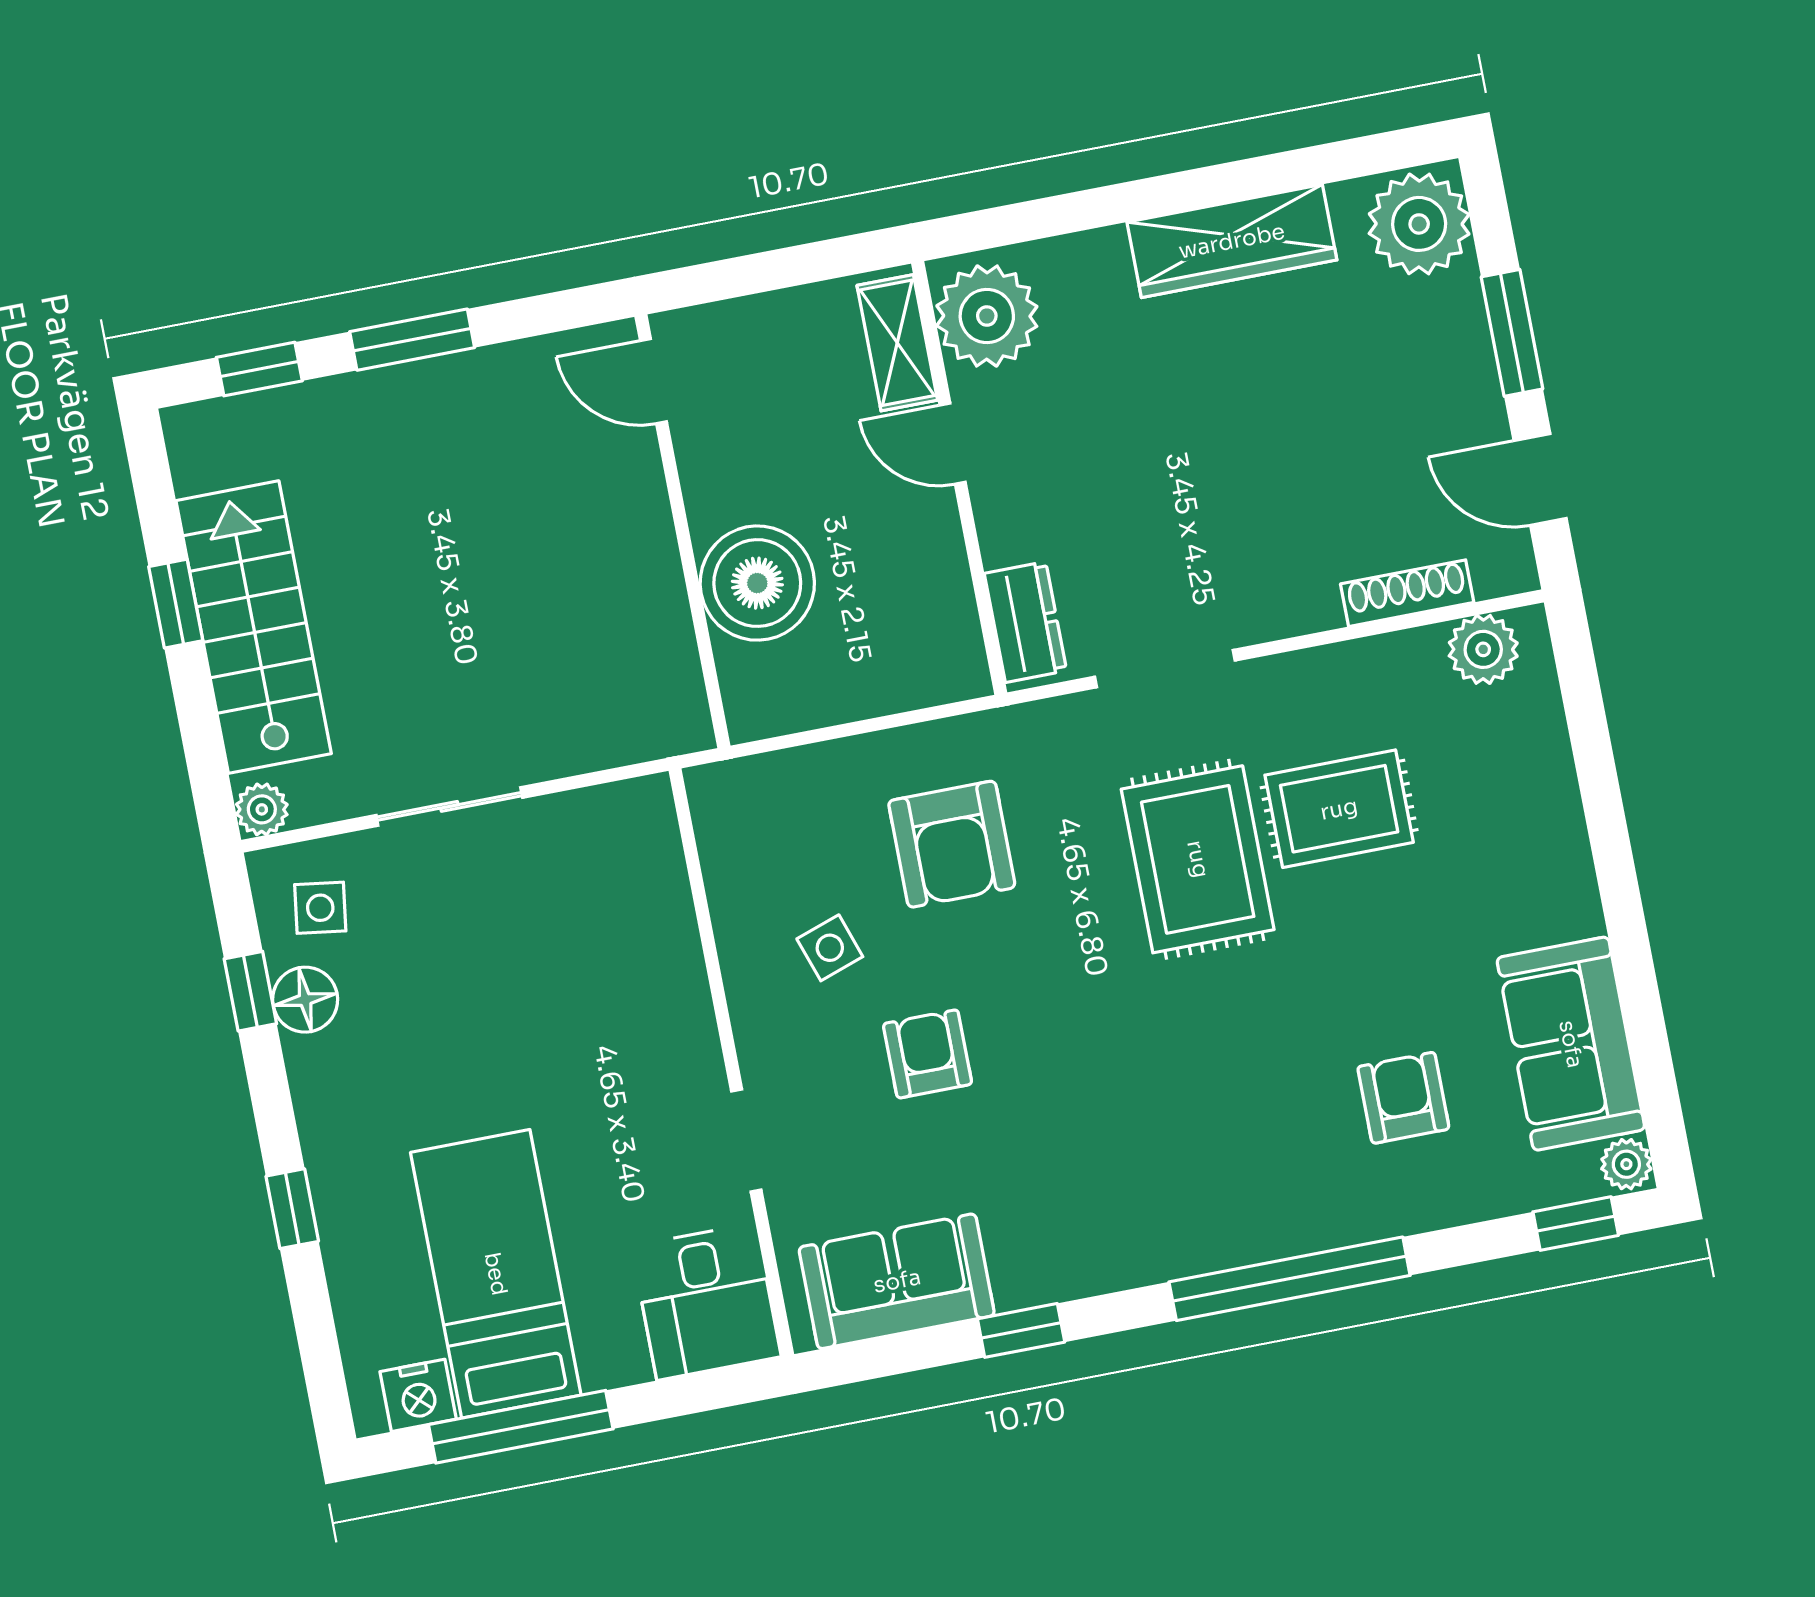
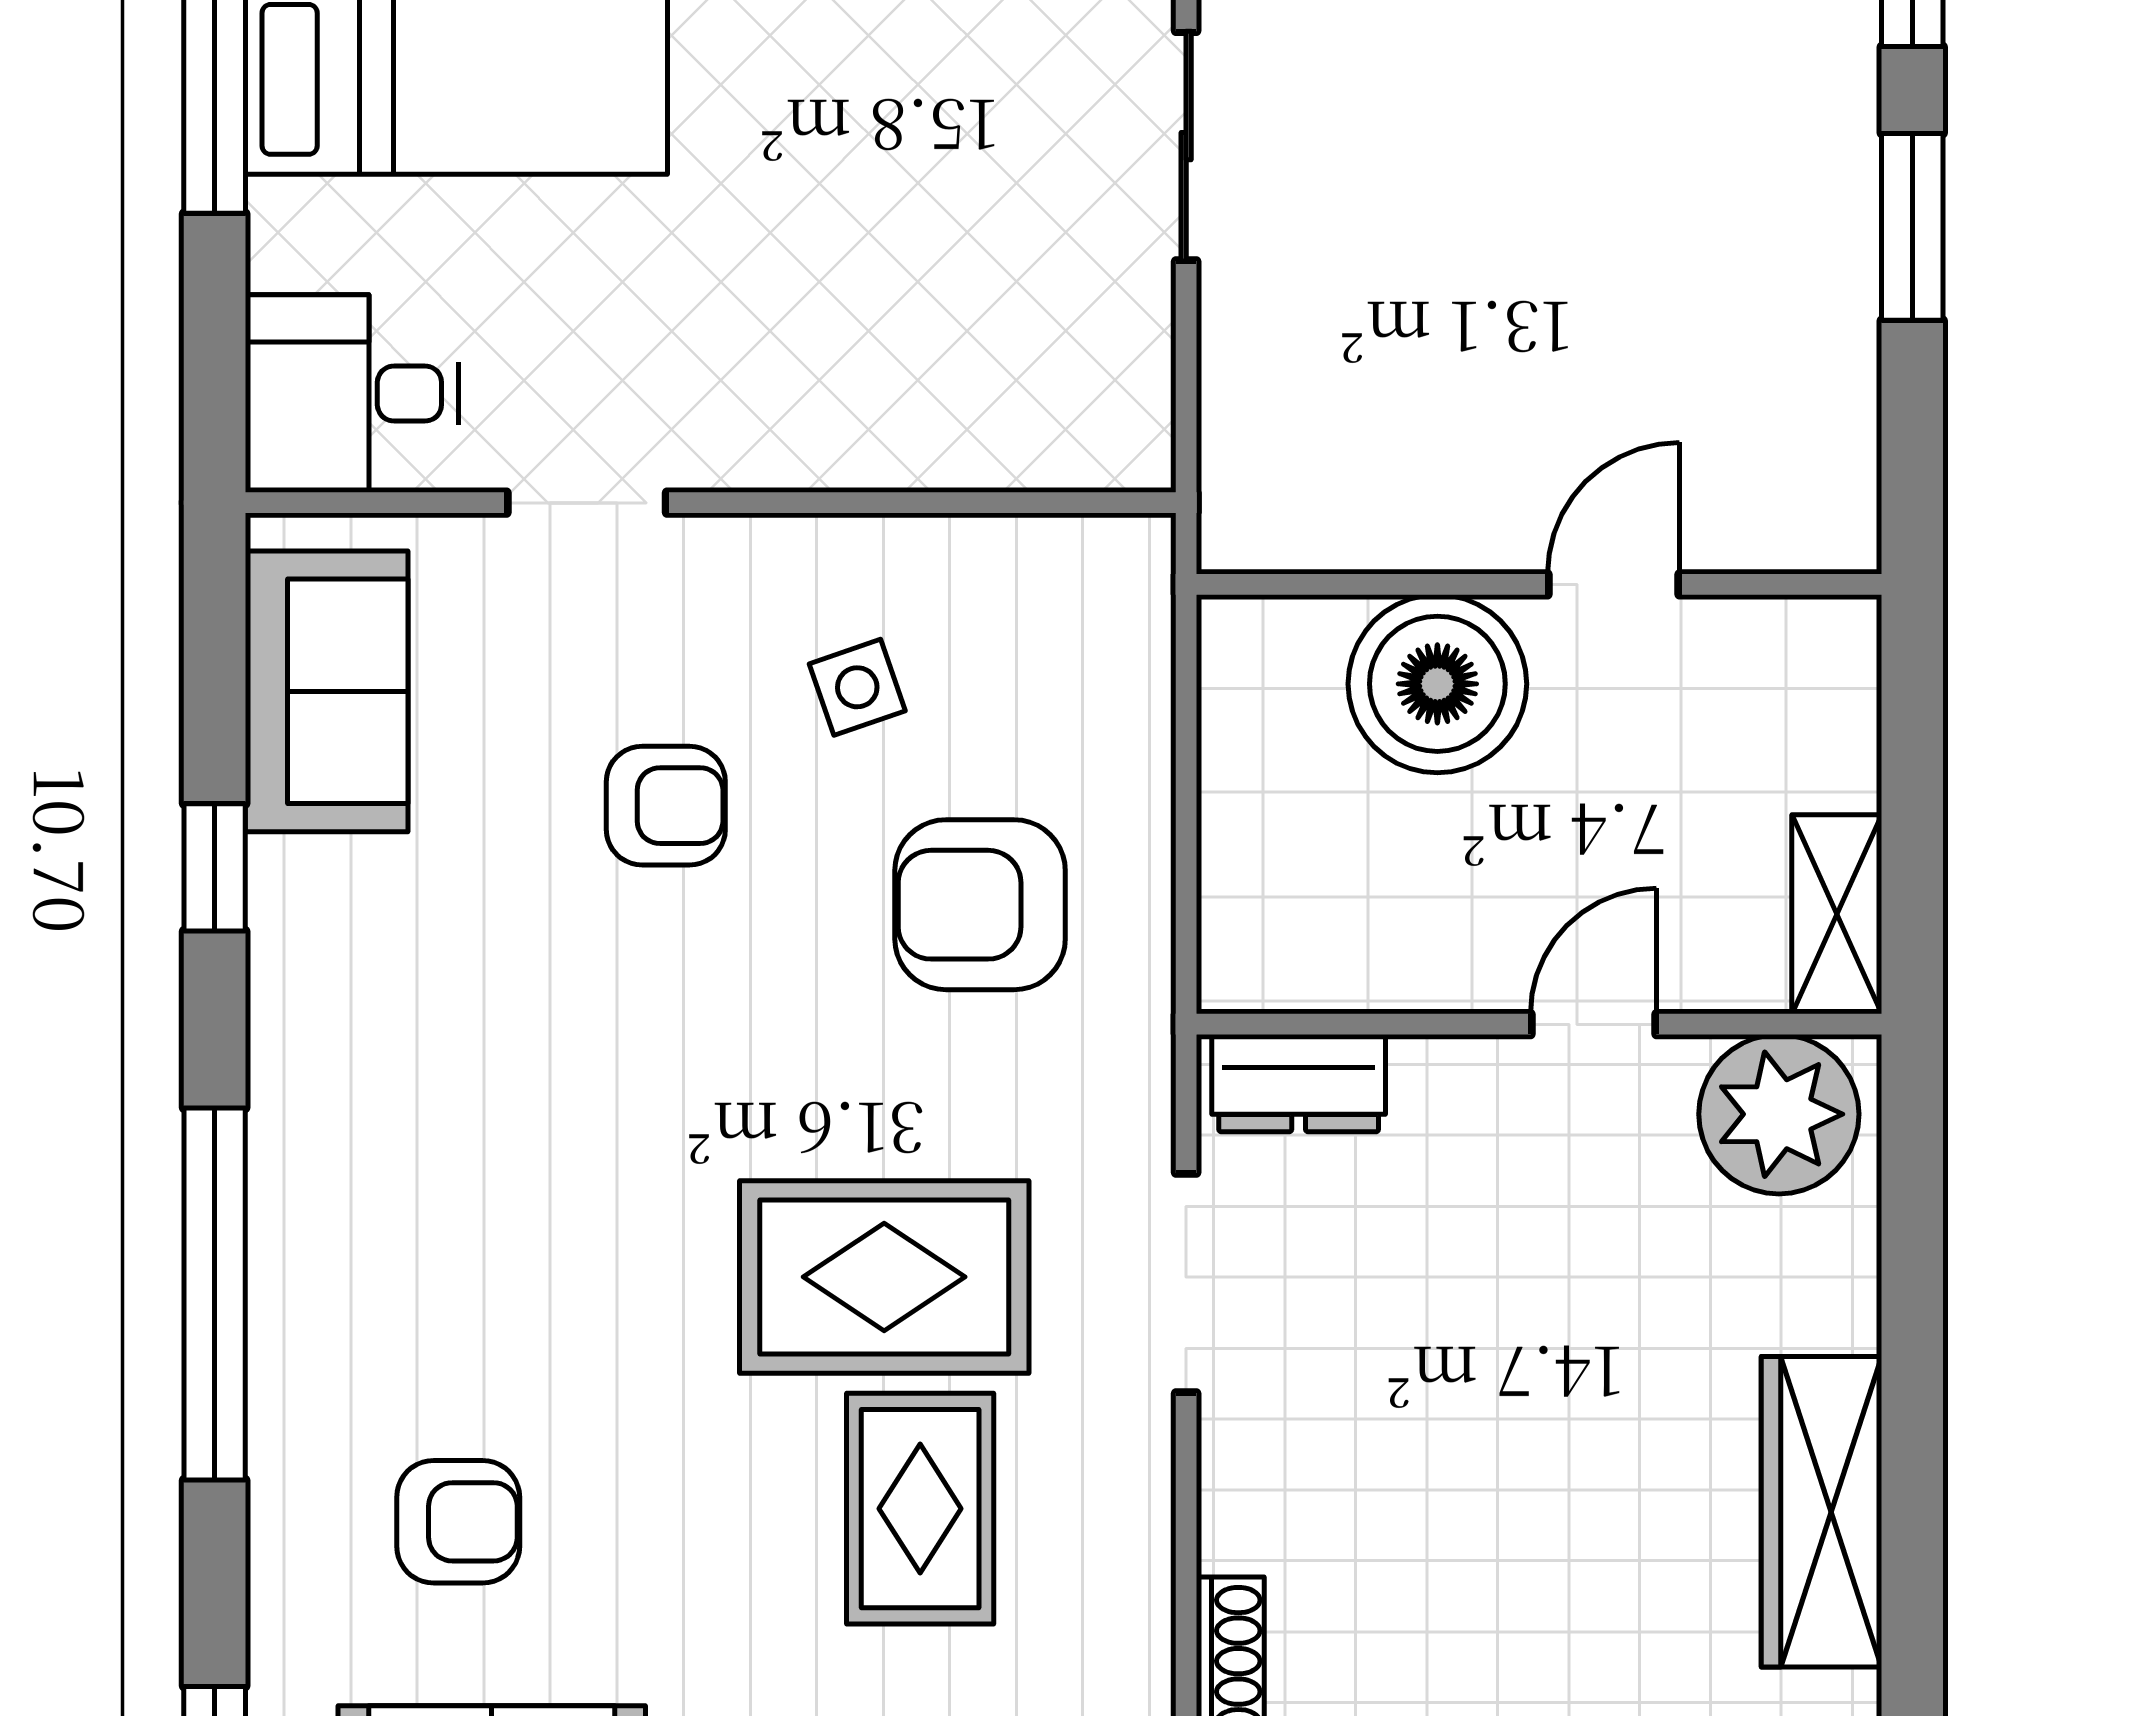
shelving: (897, 343) -> (1837, 914), moved, turned 90
door: (654, 381) -> (1614, 584), moved

